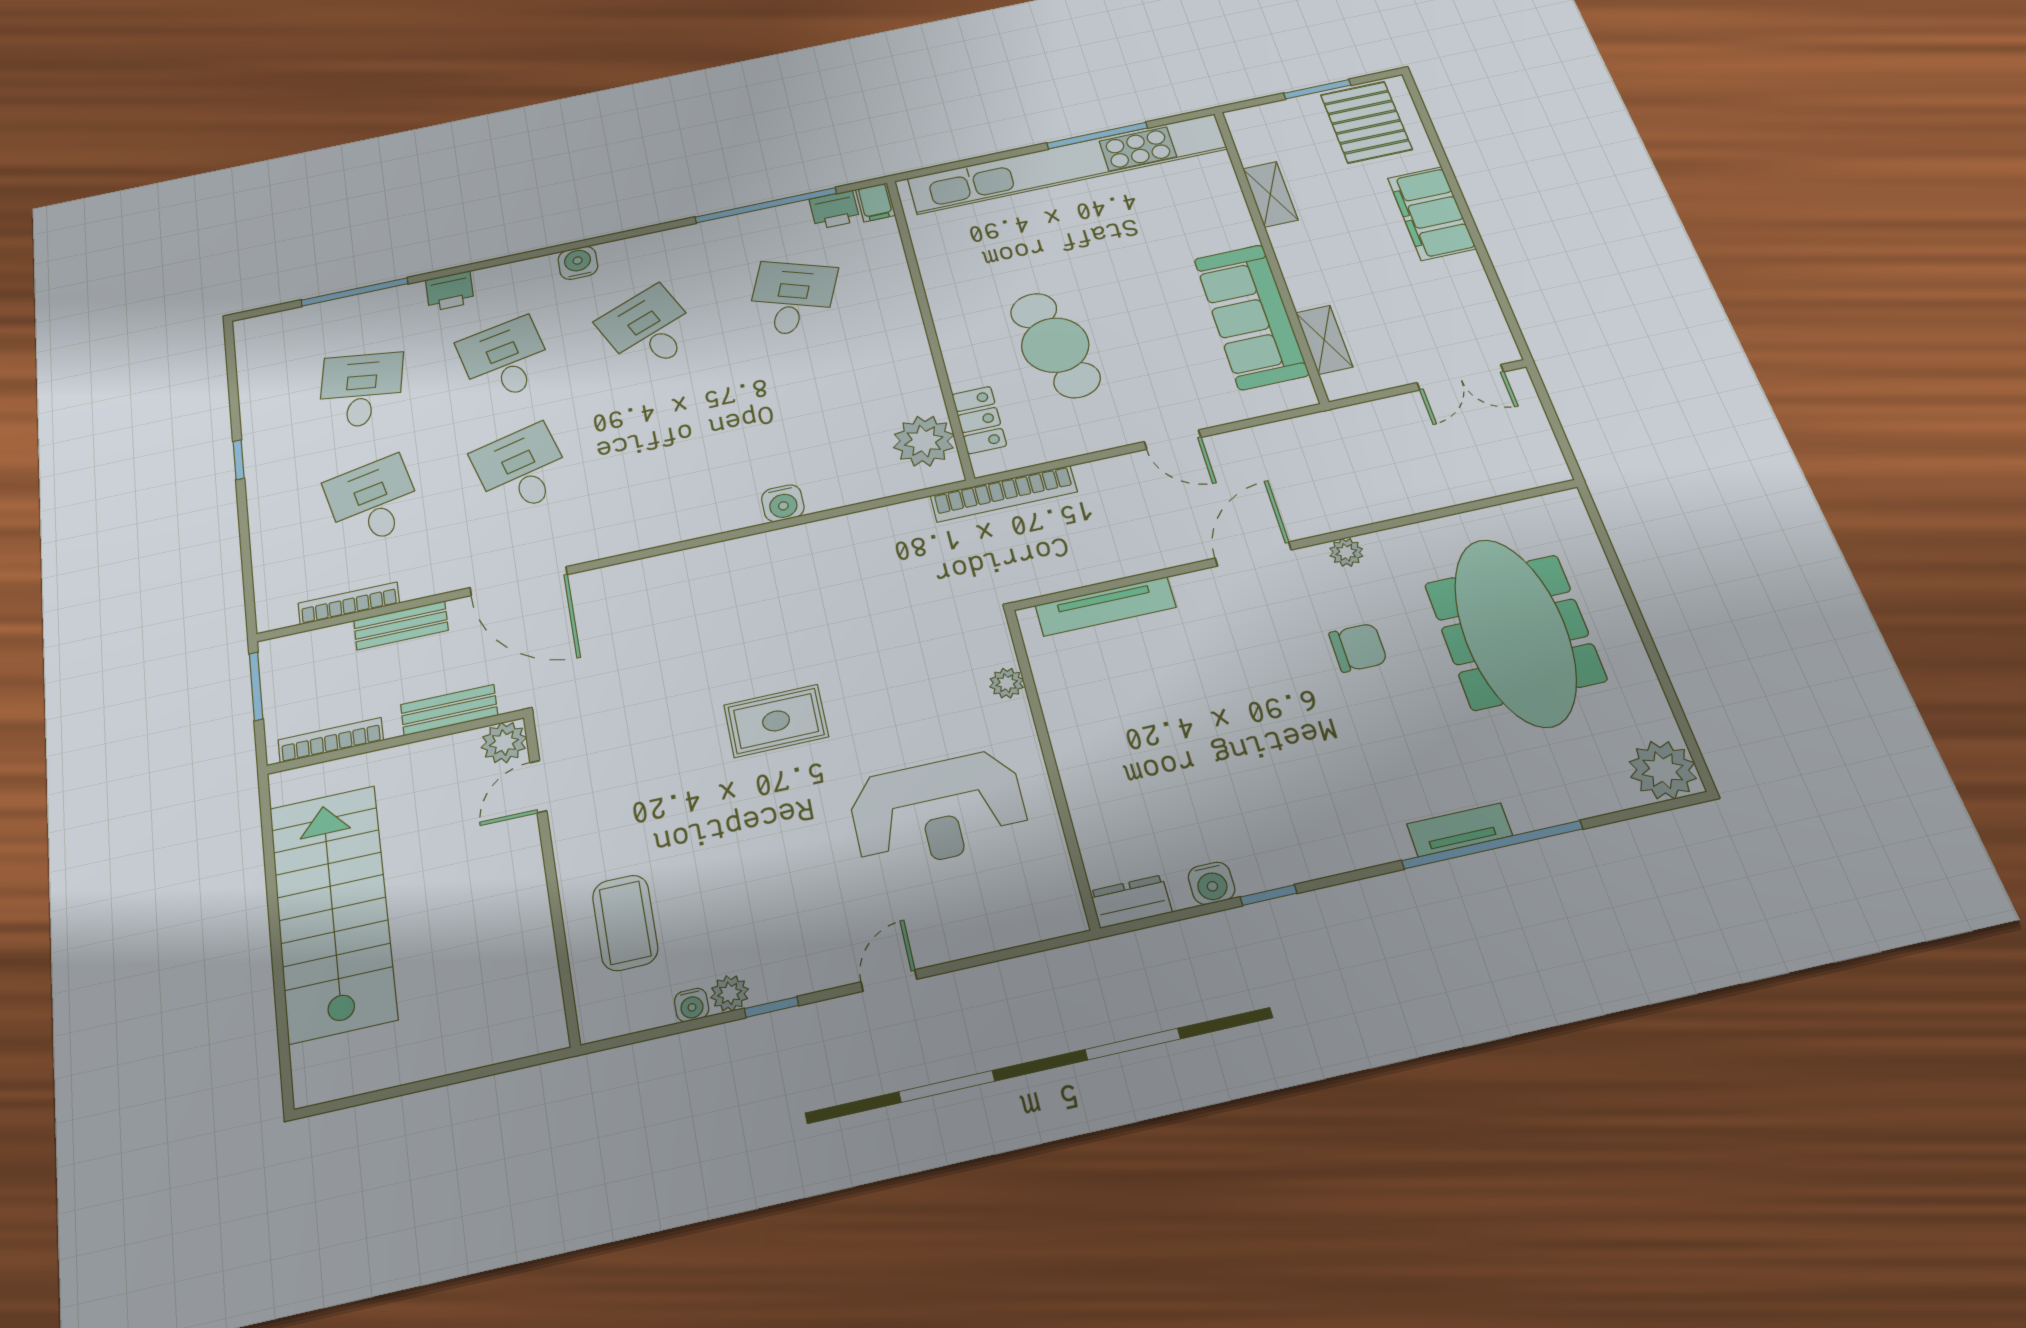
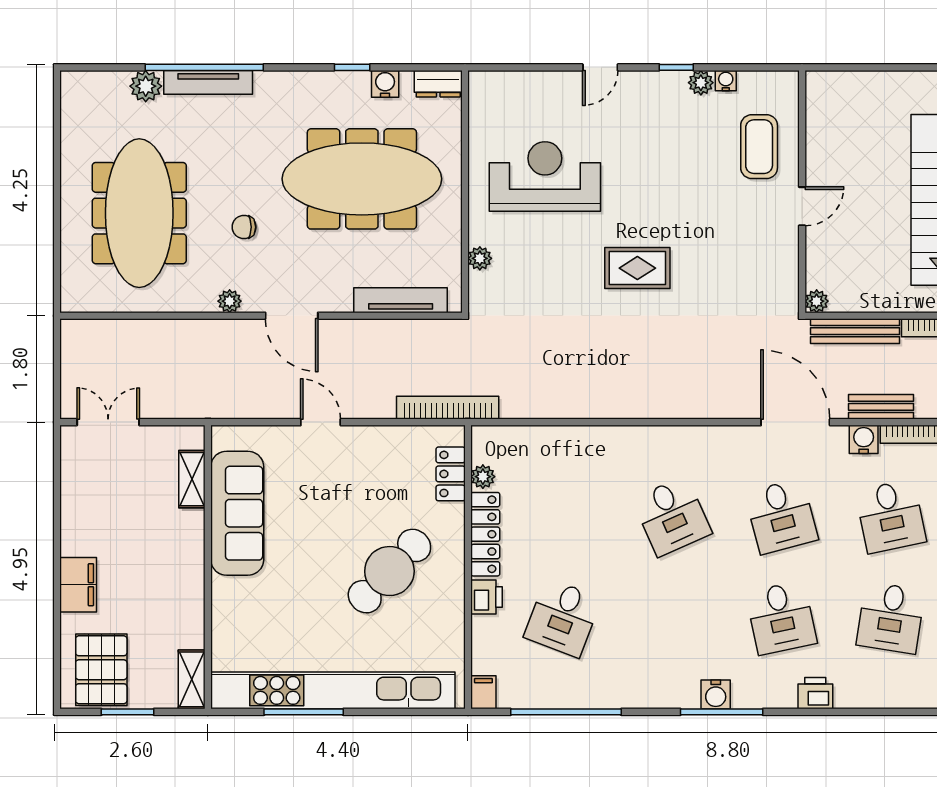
shelving: (1270, 194) -> (192, 679), moved
printer: (835, 210) -> (487, 597), moved, turned 90
filing cabinet: (1432, 213) -> (78, 585), width x0.67, depth x0.86
window: (355, 292) -> (722, 712), moved
desk: (649, 329) -> (672, 516), moved
cafe table: (1055, 345) -> (389, 571), moved, turned 57
locker: (915, 365) -> (485, 534), added
plant: (924, 441) -> (483, 477), width x0.53, depth x0.53
water cooler: (783, 503) -> (864, 439), moved
door: (1253, 554) -> (292, 316), hinge flipped
chair: (1358, 648) -> (244, 227), width x0.73, depth x0.73
bench: (449, 710) -> (855, 331), width x1.36
plant: (504, 743) -> (817, 301), width x0.73, depth x0.73
meeting table: (1207, 747) -> (362, 179), added
plant: (1663, 770) -> (146, 86), moved, width x0.73, depth x0.73
door: (538, 787) -> (802, 206), moved
tv unit: (1459, 830) -> (208, 82), width x1.41

